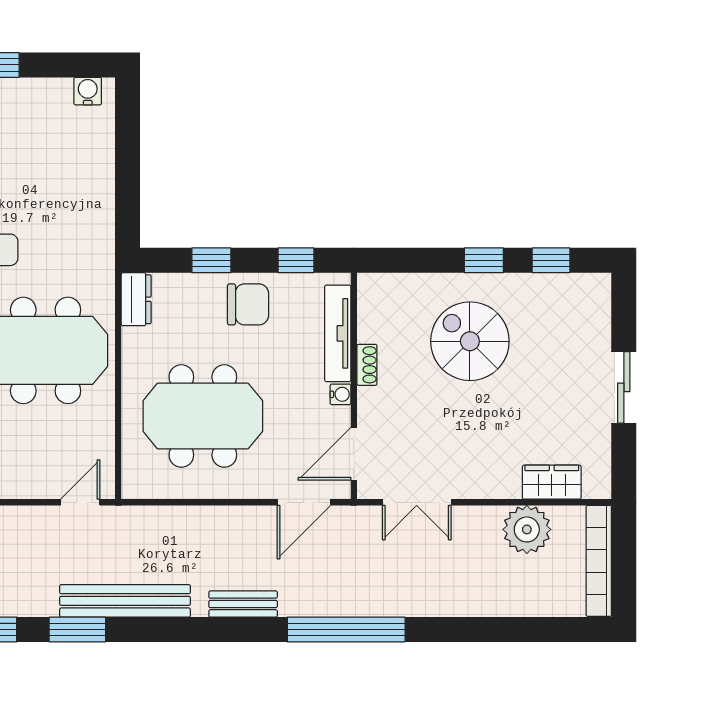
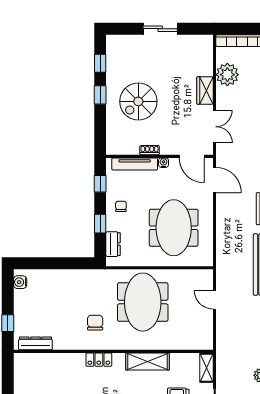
dresser: (136, 299) -> (113, 244), moved, turned 90
chair: (248, 304) -> (121, 206), width x0.54, depth x0.54
wardrobe: (552, 482) -> (205, 90), moved
door: (80, 502) -> (214, 300), moved

